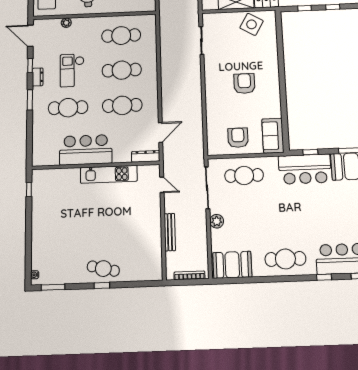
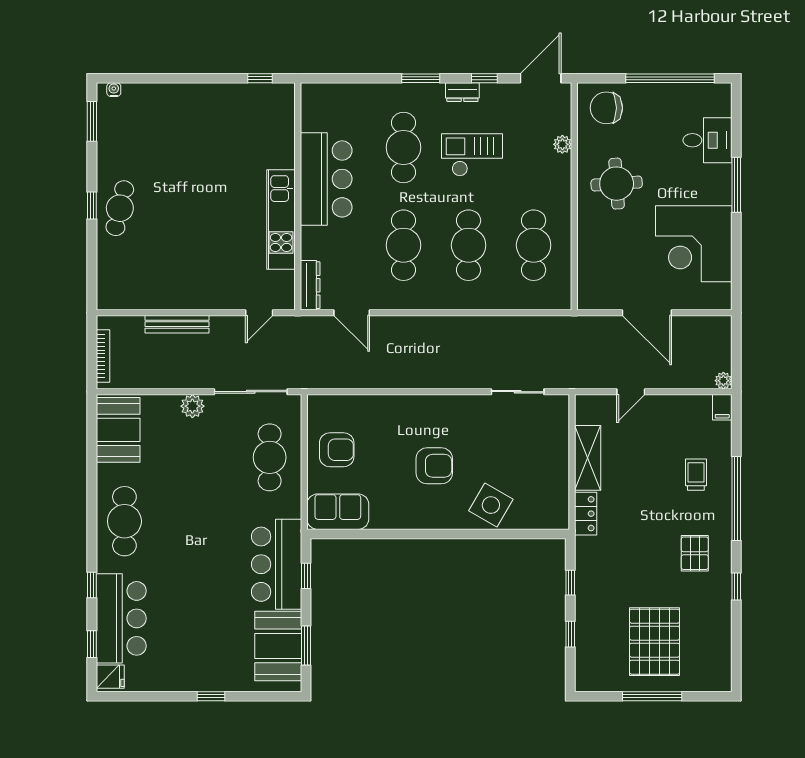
side table: (252, 24) -> (491, 505), moved

